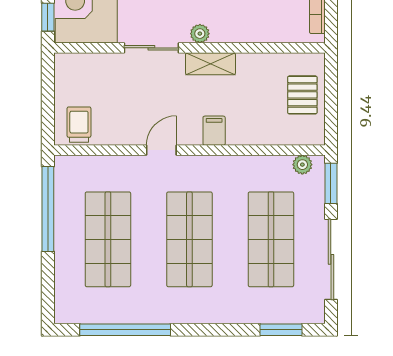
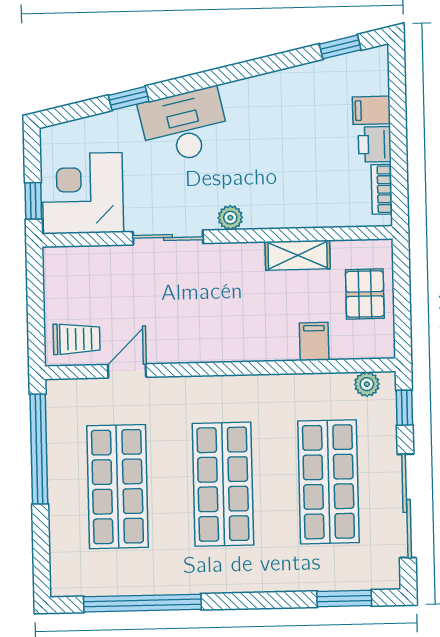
shelving: (210, 64) -> (298, 255), moved
trolley: (79, 125) -> (77, 339), turned 90
filing cabinet: (214, 131) -> (314, 341), moved
door: (161, 150) -> (127, 371), moved
window: (331, 183) -> (404, 408), width x0.67

